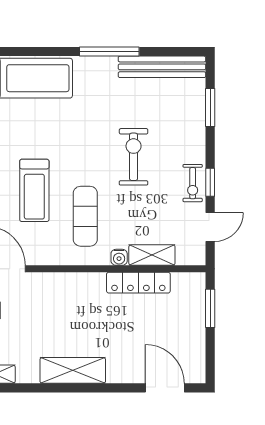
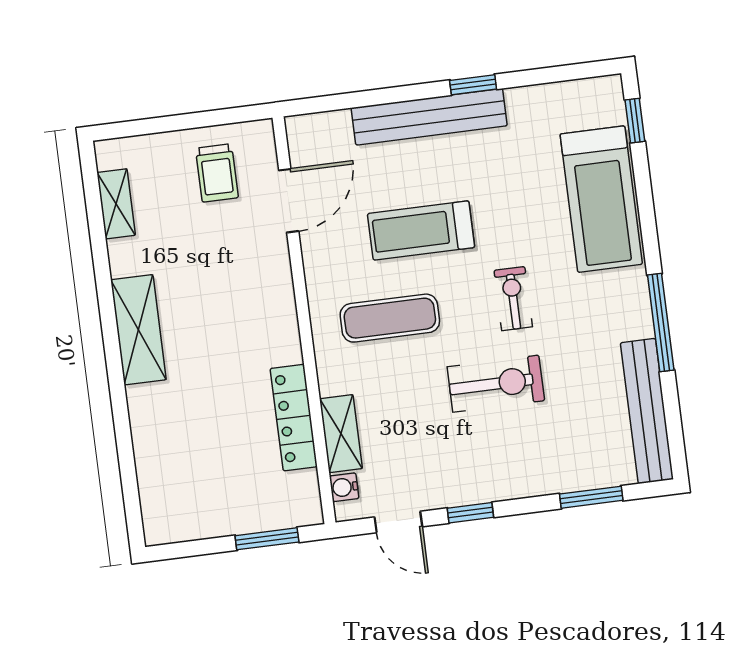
exercise bike: (193, 183) -> (513, 299), moved, turned 90
water cooler: (119, 257) -> (344, 487), moved
door: (165, 388) -> (129, 482), removed

